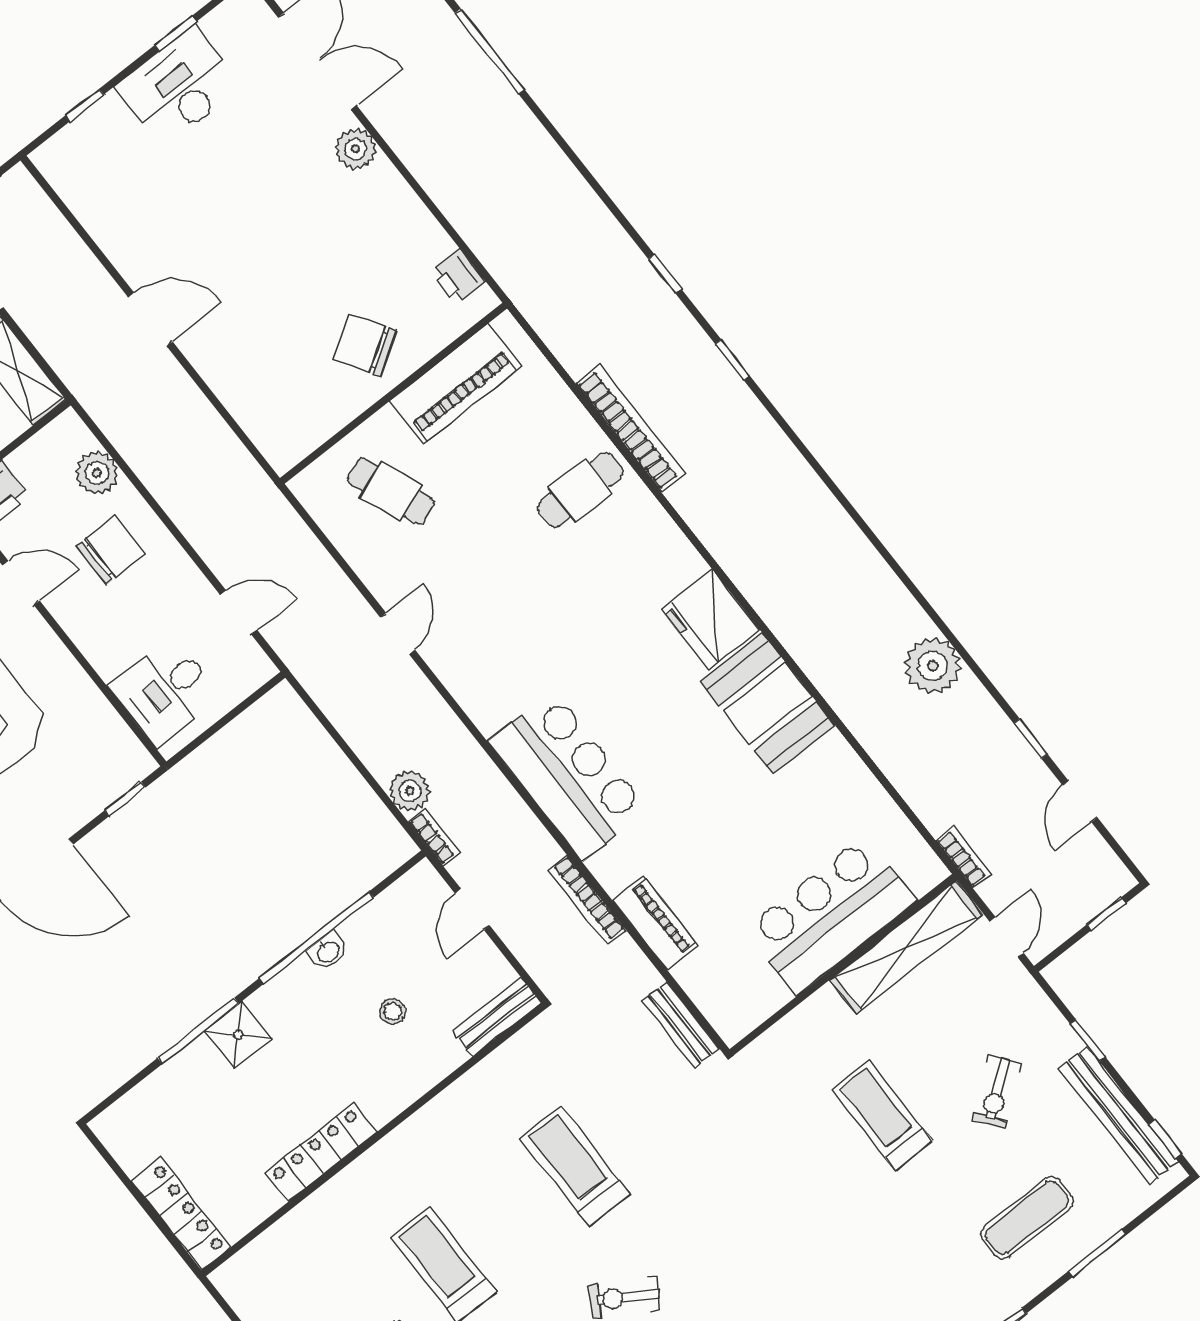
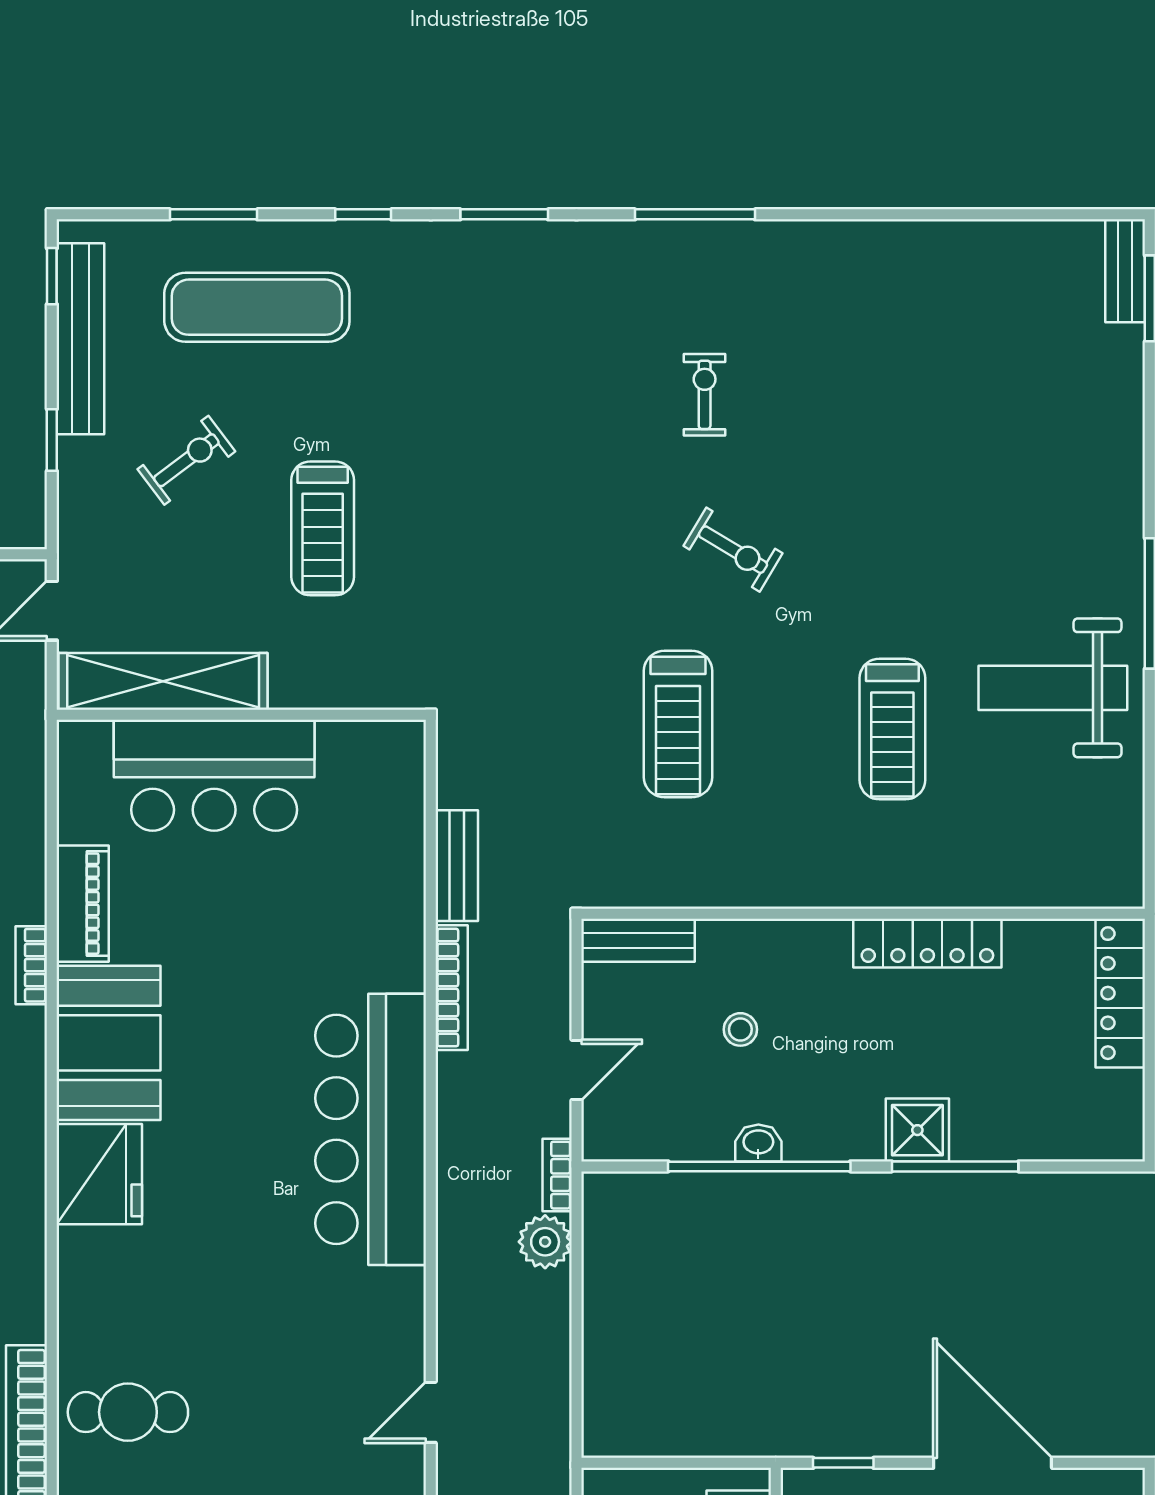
bar counter: (568, 776) -> (371, 1129), width x1.36
bookcase: (963, 857) -> (31, 965), moved
piano: (655, 923) -> (83, 904), moved, turned 180
bench: (680, 1025) -> (457, 866), moved
exercise mat: (1027, 1218) -> (257, 307), width x1.36, depth x1.45

